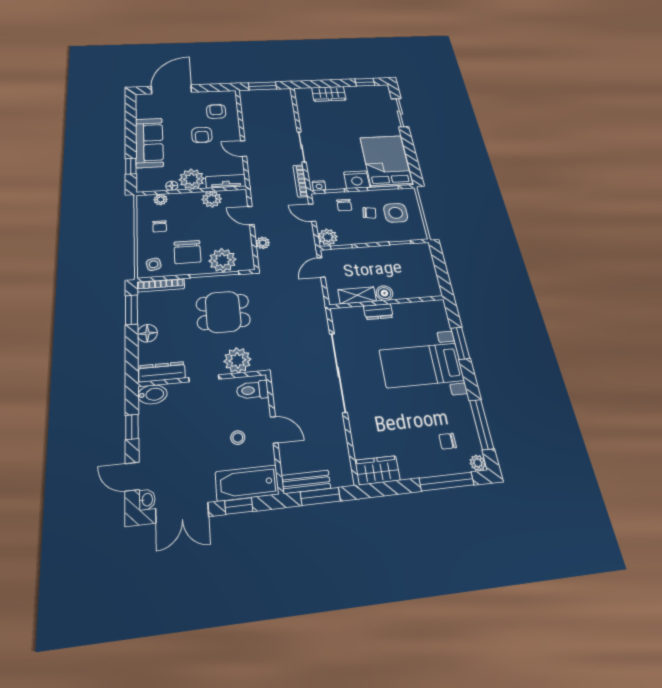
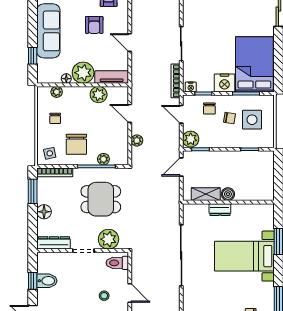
plant: (222, 260) -> (103, 159), width x0.53, depth x0.53
bidet: (152, 394) -> (47, 281), moved

